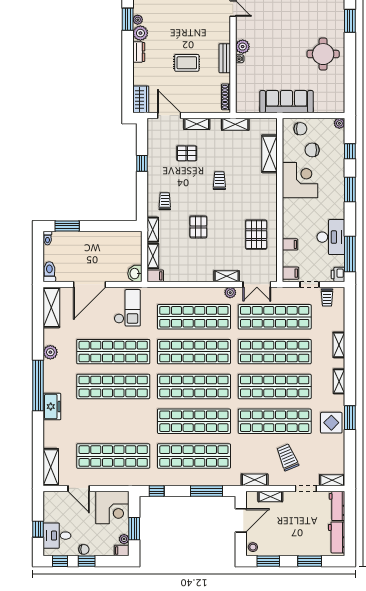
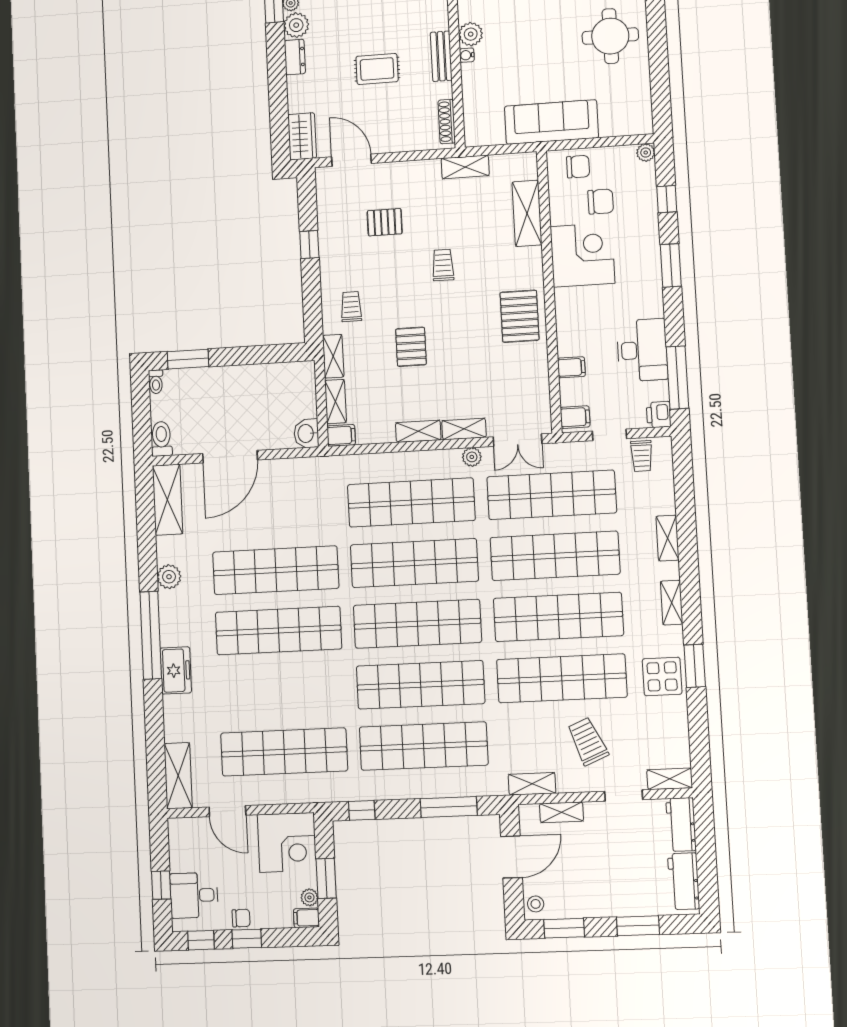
shelving: (197, 124) -> (418, 431), moved
chair: (312, 150) -> (601, 202), turned 180
pallet: (256, 235) -> (520, 316), moved
checkout: (127, 308) -> (296, 493), removed

